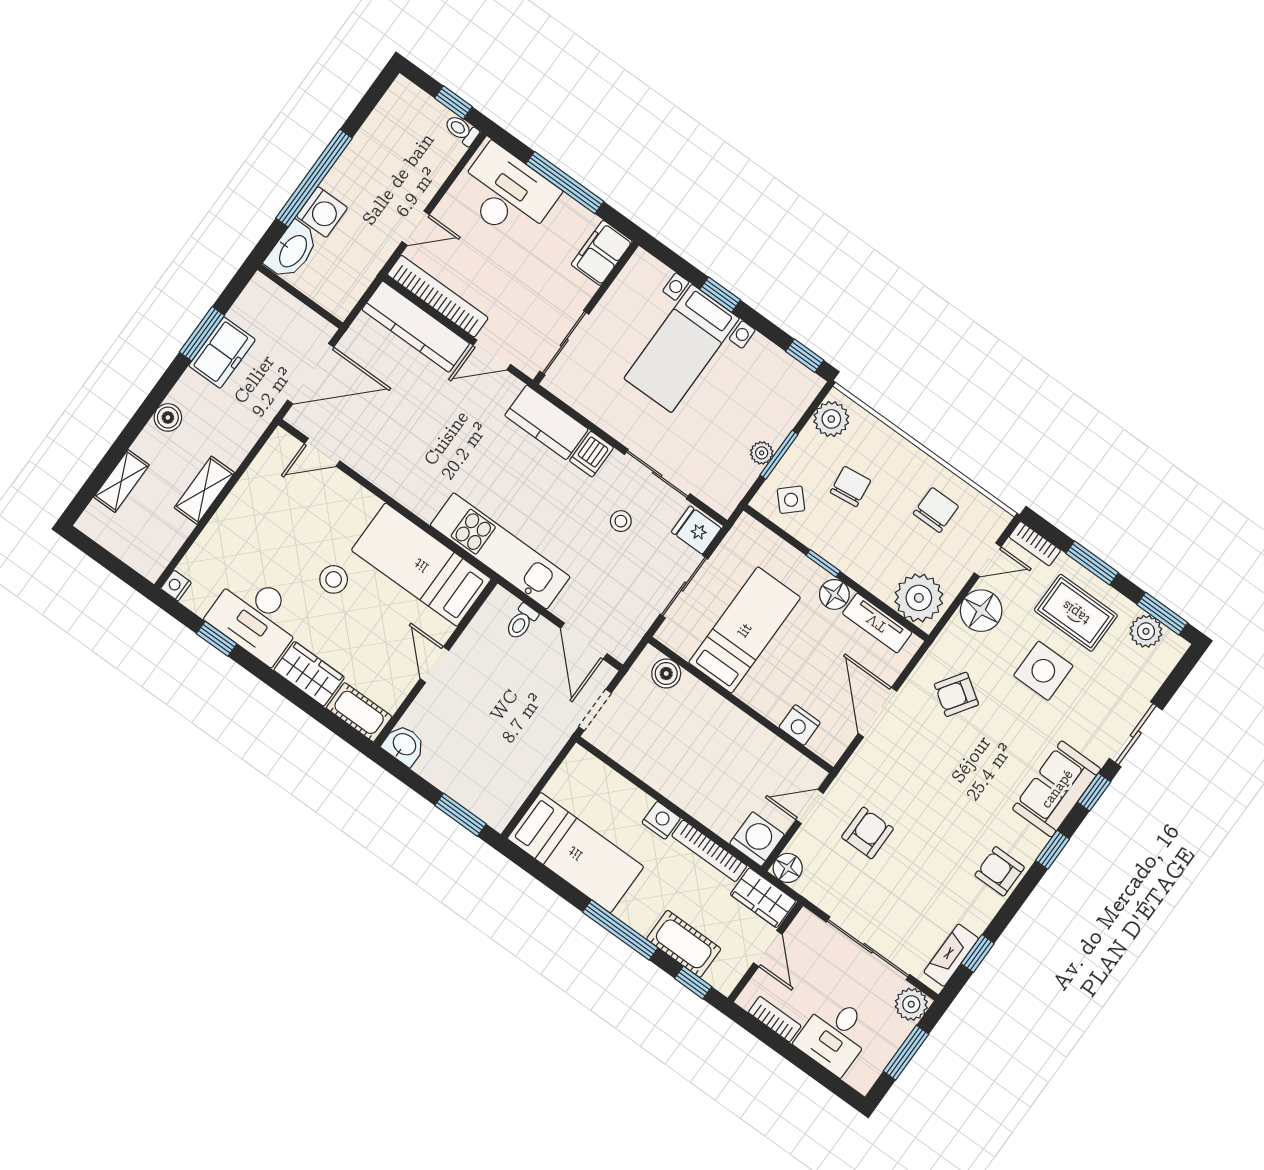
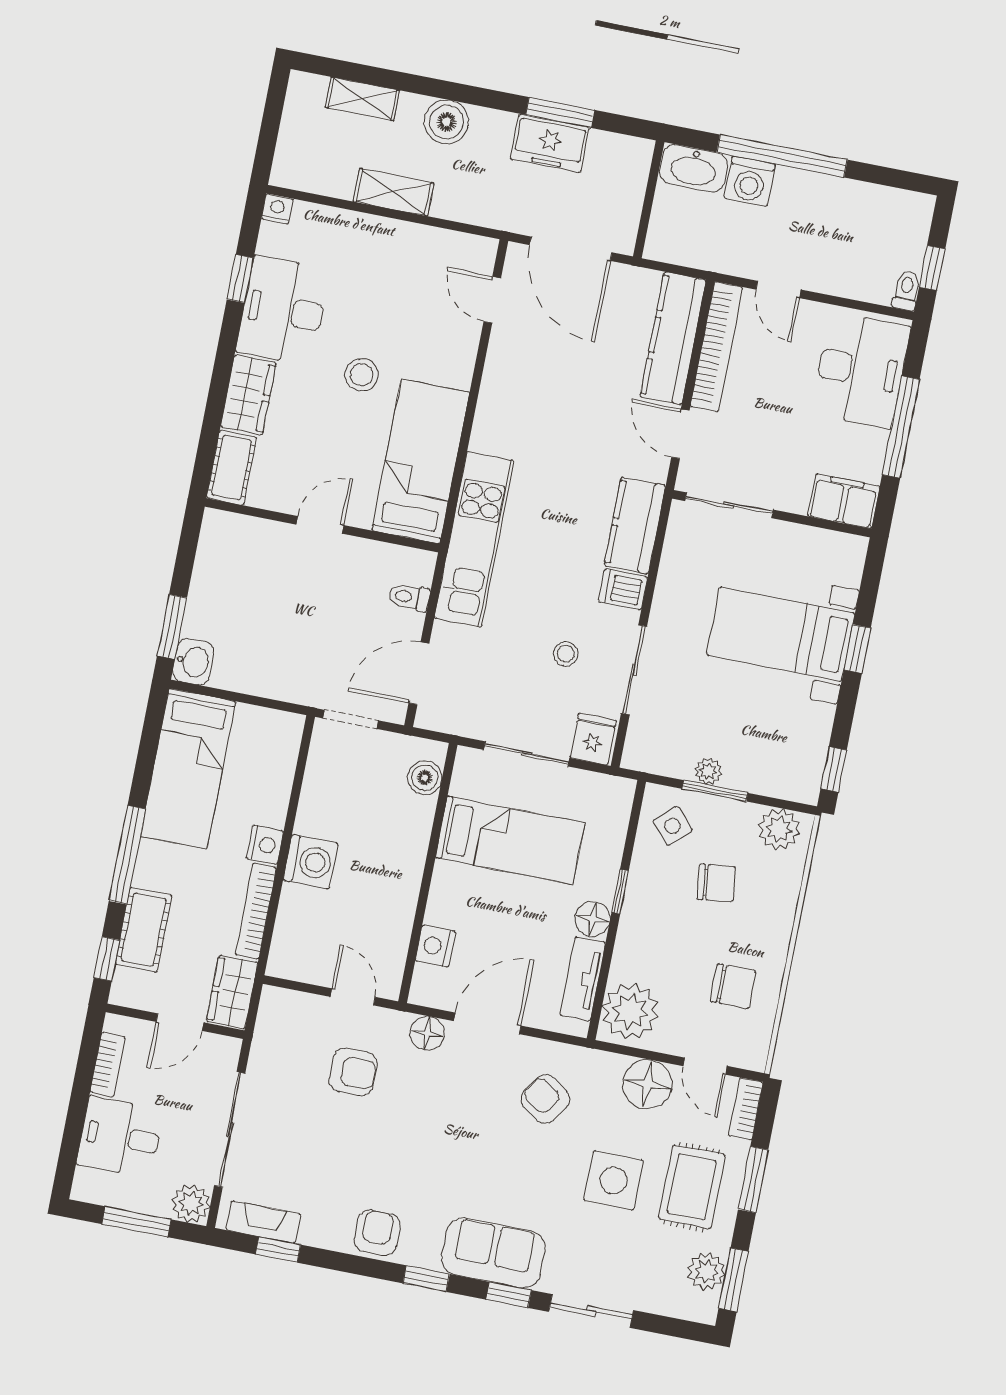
boiler: (168, 417) -> (447, 122), width x1.36, depth x1.36
washbasin: (404, 745) -> (193, 662), moved
washing machine: (757, 839) -> (311, 862), moved
floor lamp: (788, 868) -> (427, 1033), moved

